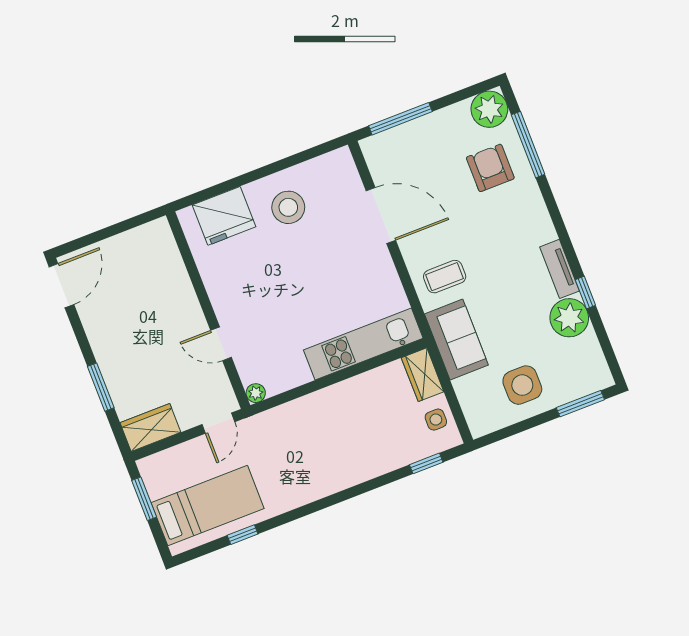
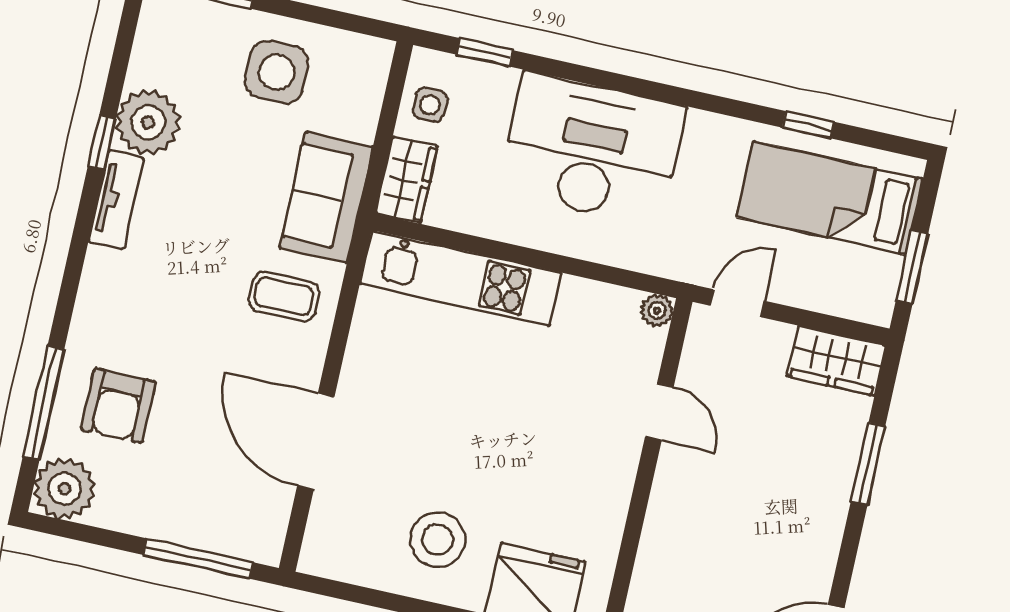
desk: (341, 451) -> (592, 149), added

